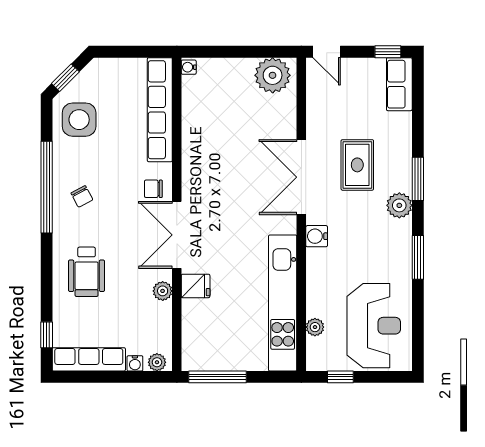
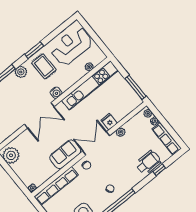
rug: (357, 165) -> (44, 66), moved, turned 90
sofa: (201, 168) -> (65, 154), added
double door: (177, 235) -> (96, 143), swing flipped
wheelchair: (87, 272) -> (148, 162), moved
window: (47, 335) -> (159, 170), moved
window: (340, 377) -> (100, 43), removed

